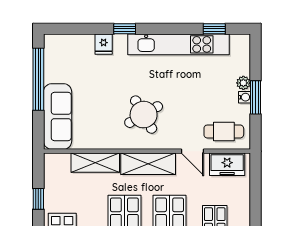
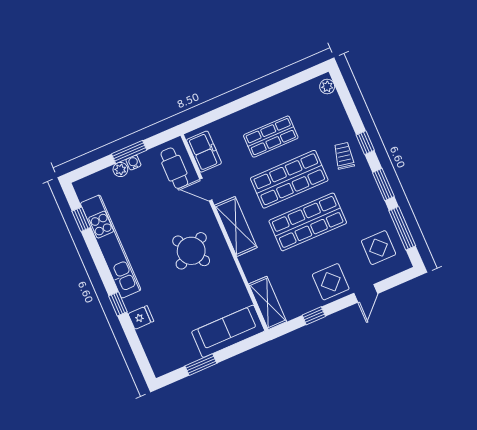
window: (38, 79) -> (201, 365), width x0.47
door: (193, 151) -> (206, 190), swing flipped
shelving: (95, 163) -> (268, 303), moved

